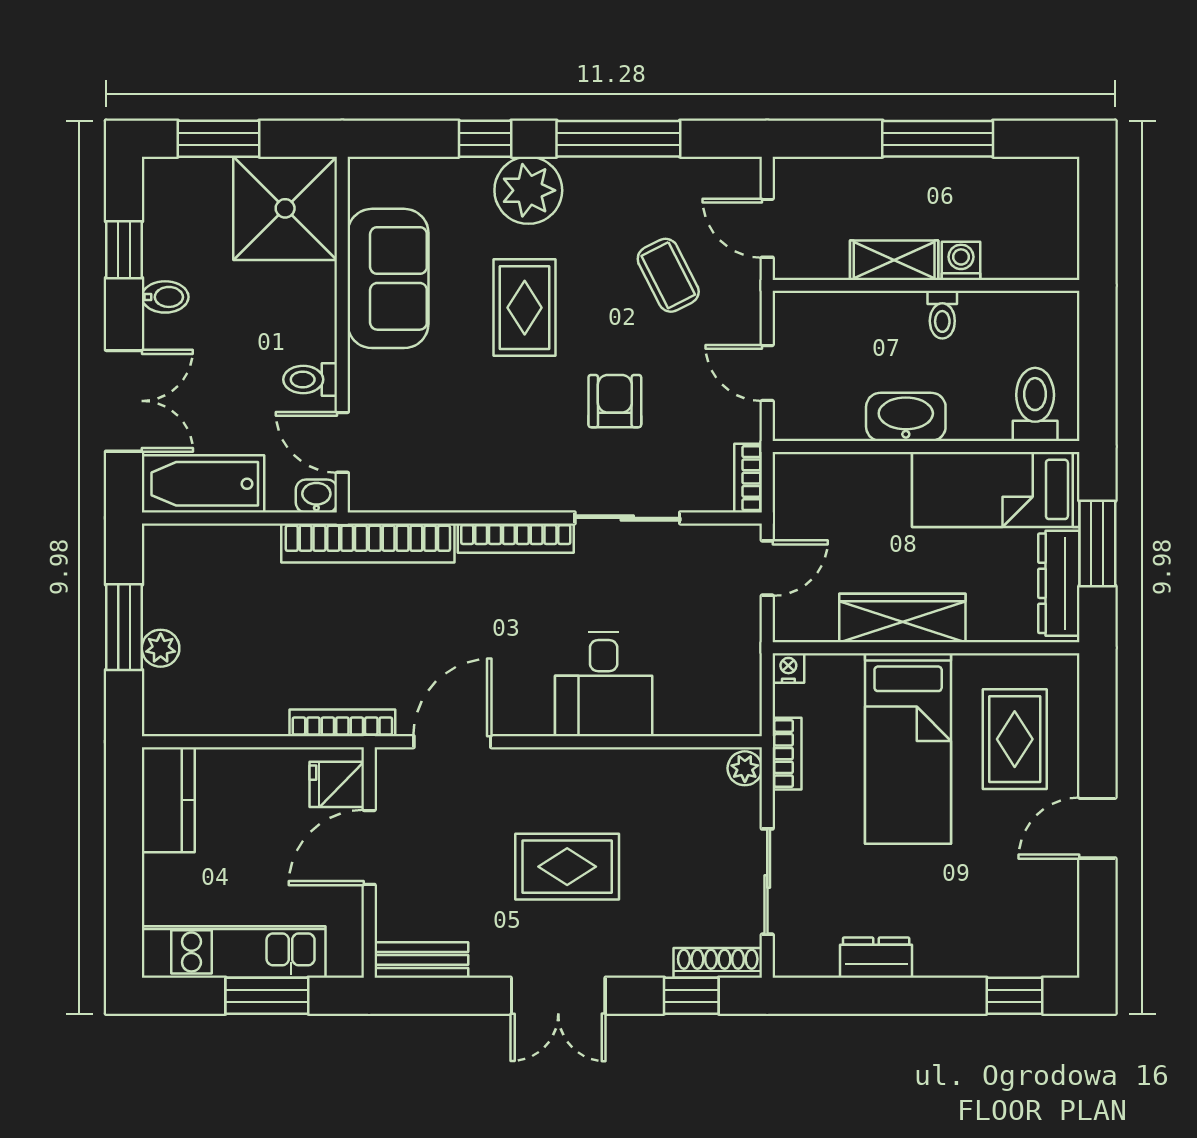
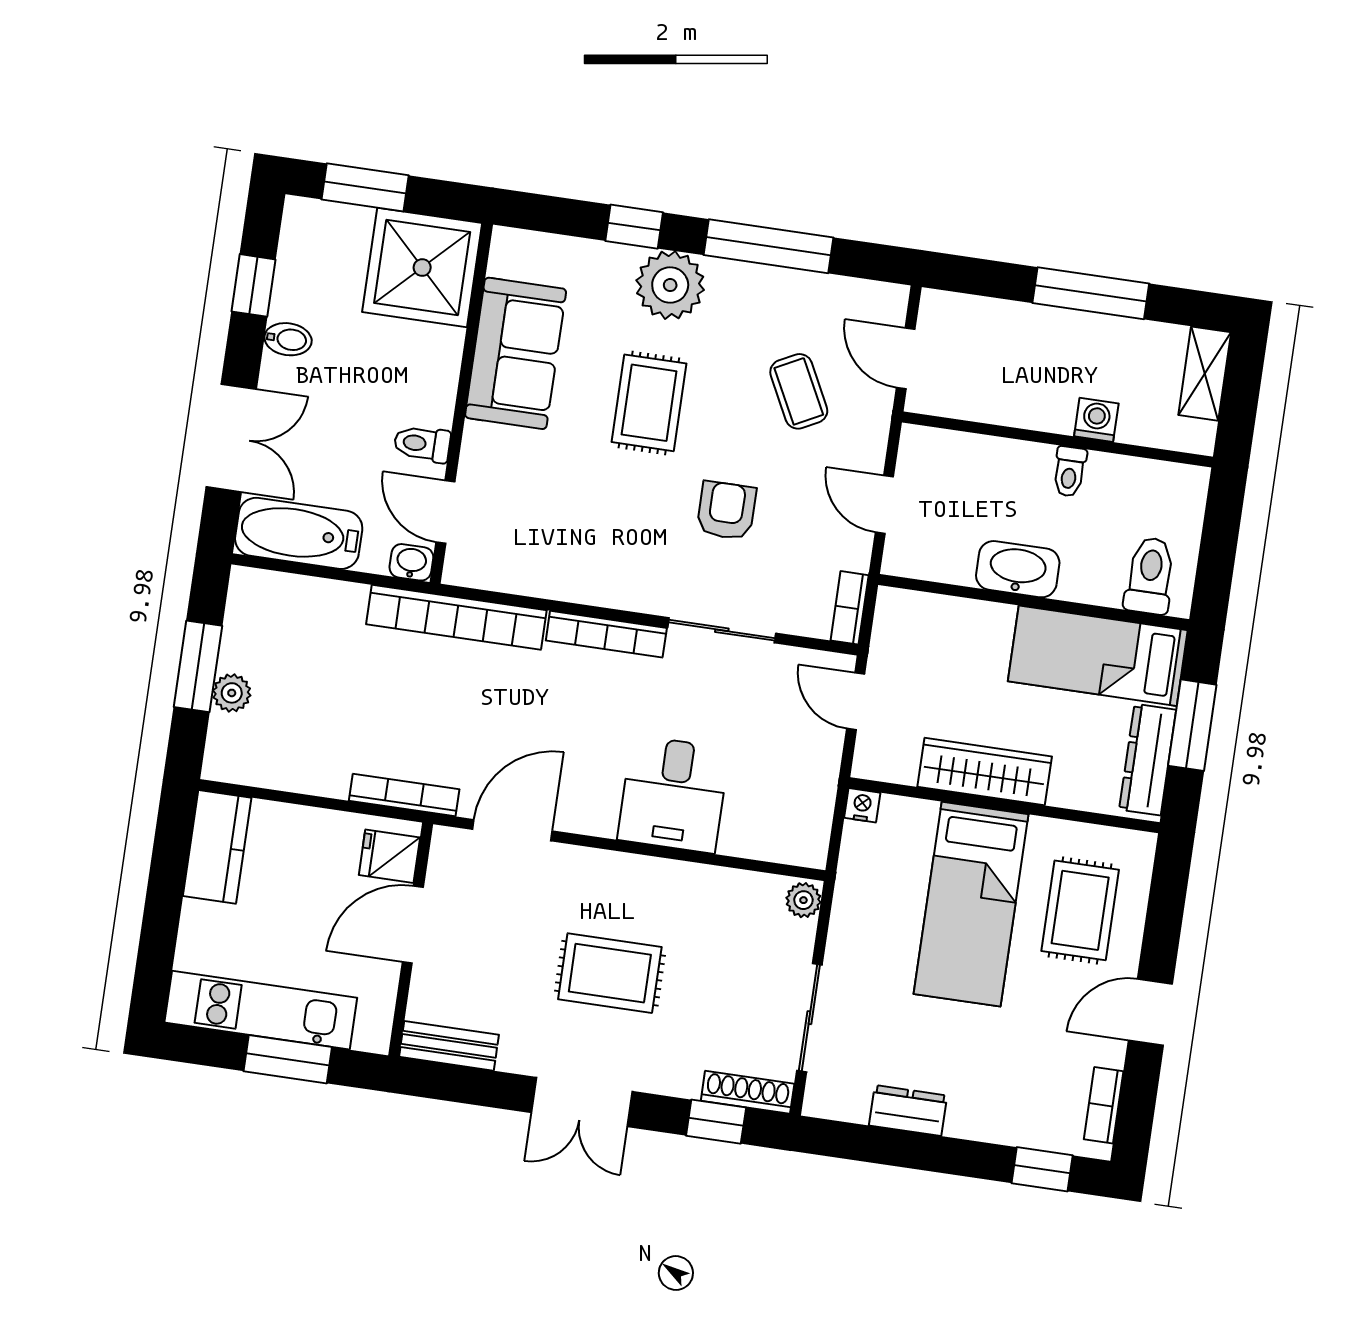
shelving: (894, 260) -> (1205, 374), moved, turned 90
door: (767, 568) -> (856, 701), swing flipped
bookcase: (787, 754) -> (1104, 1105), moved, turned 180

